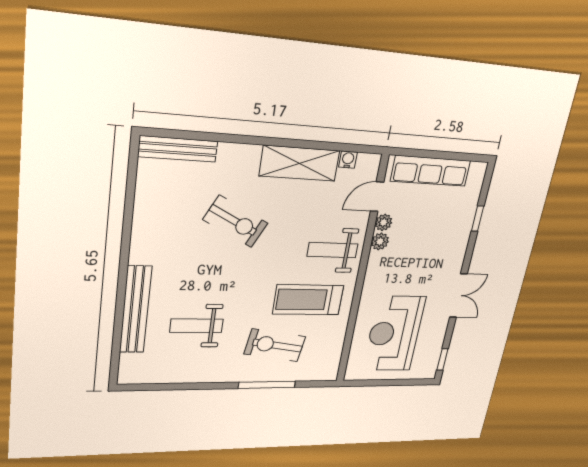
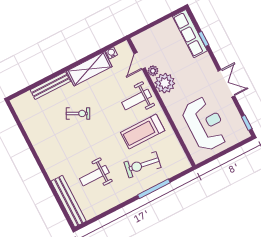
bench: (178, 149) -> (50, 86), moved
row of seats: (431, 171) -> (190, 34), moved, turned 90
exercise bike: (235, 221) -> (78, 113), width x0.73, depth x0.72
plant: (380, 241) -> (165, 83), width x1.88, depth x1.88
bench: (136, 310) -> (69, 201), moved
reception desk: (394, 334) -> (205, 124), turned 180

